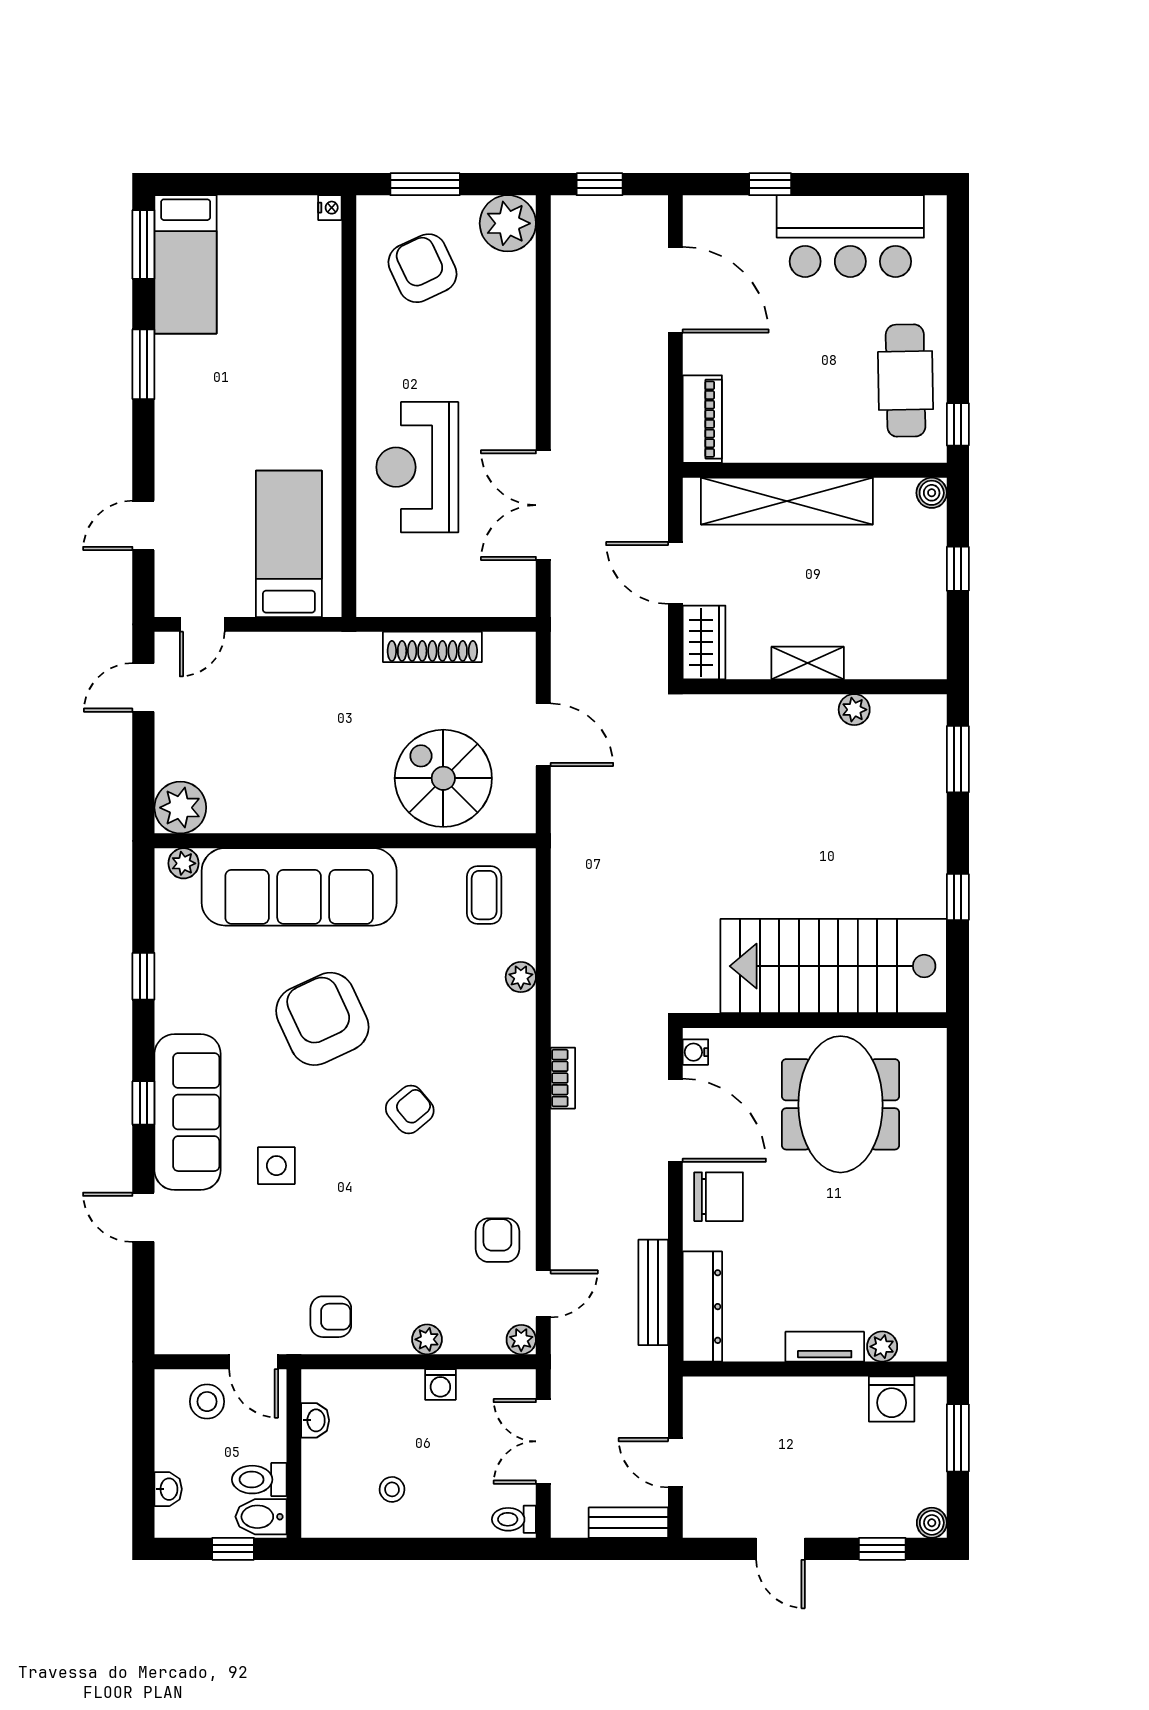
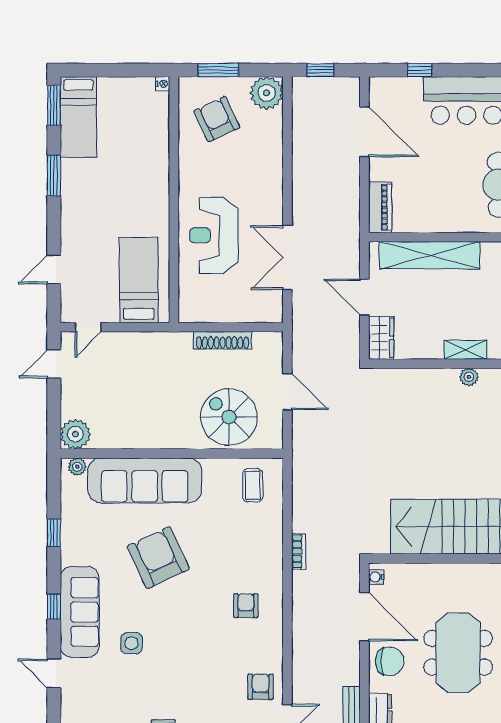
shelving: (808, 663) -> (465, 350), moved
plant: (521, 977) -> (274, 533), removed
bookcase: (563, 1078) -> (299, 551), moved
meeting table: (841, 1104) -> (458, 653), moved
armchair: (410, 1109) -> (246, 606), moved, turned -50

